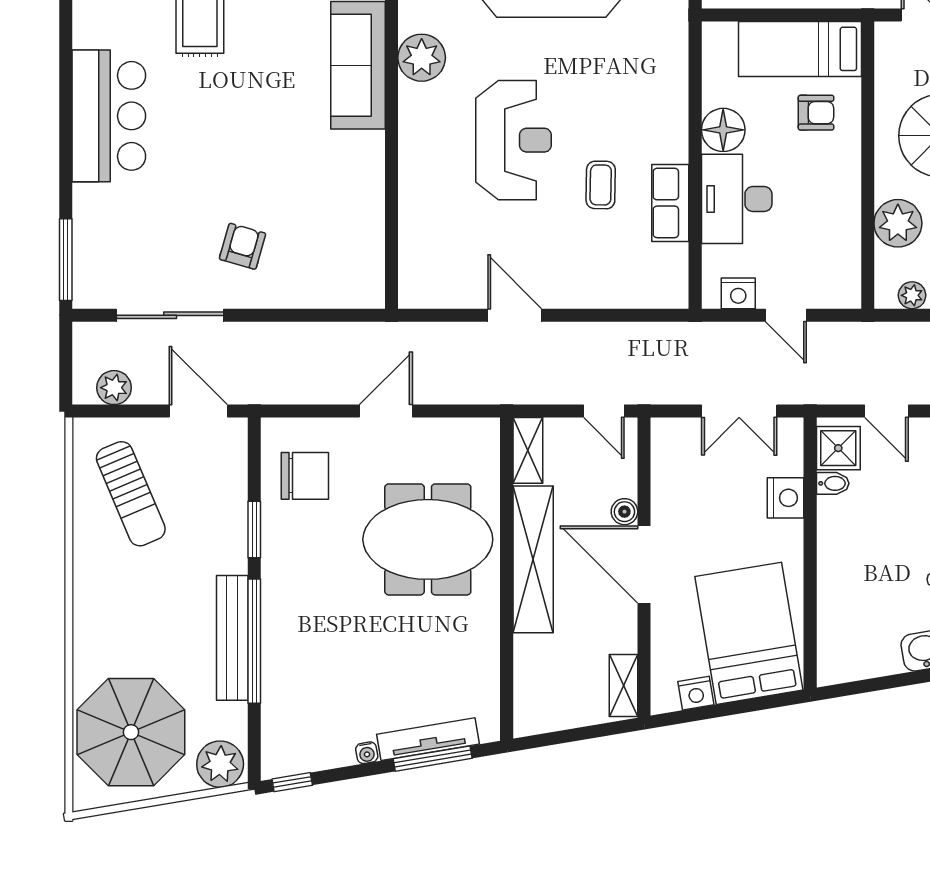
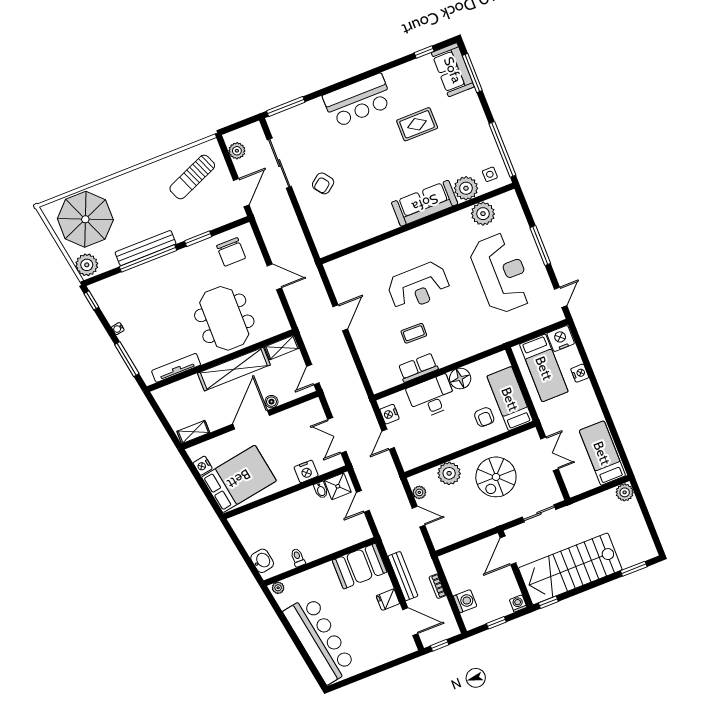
plant: (422, 58) -> (439, 230), removed
armchair: (243, 246) -> (323, 183), turned 127
tv unit: (428, 739) -> (176, 368), moved, turned -80

